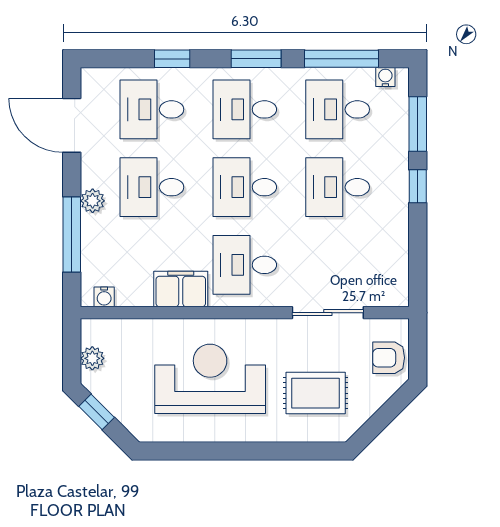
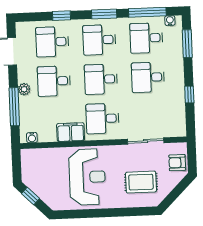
window: (418, 186) -> (189, 95), moved
plant: (92, 358) -> (27, 169), removed
reception desk: (210, 379) -> (87, 177), turned 90

